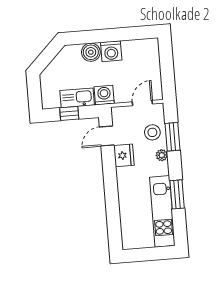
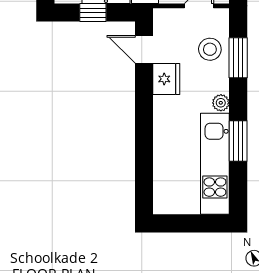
door: (107, 136) -> (144, 49), hinge flipped
plant: (162, 155) -> (221, 103), moved

